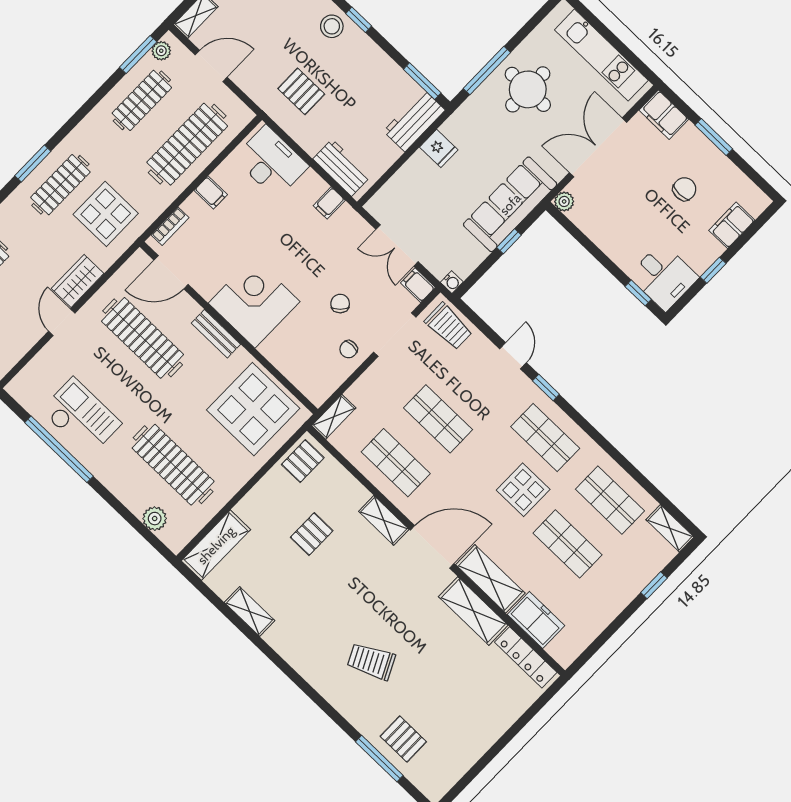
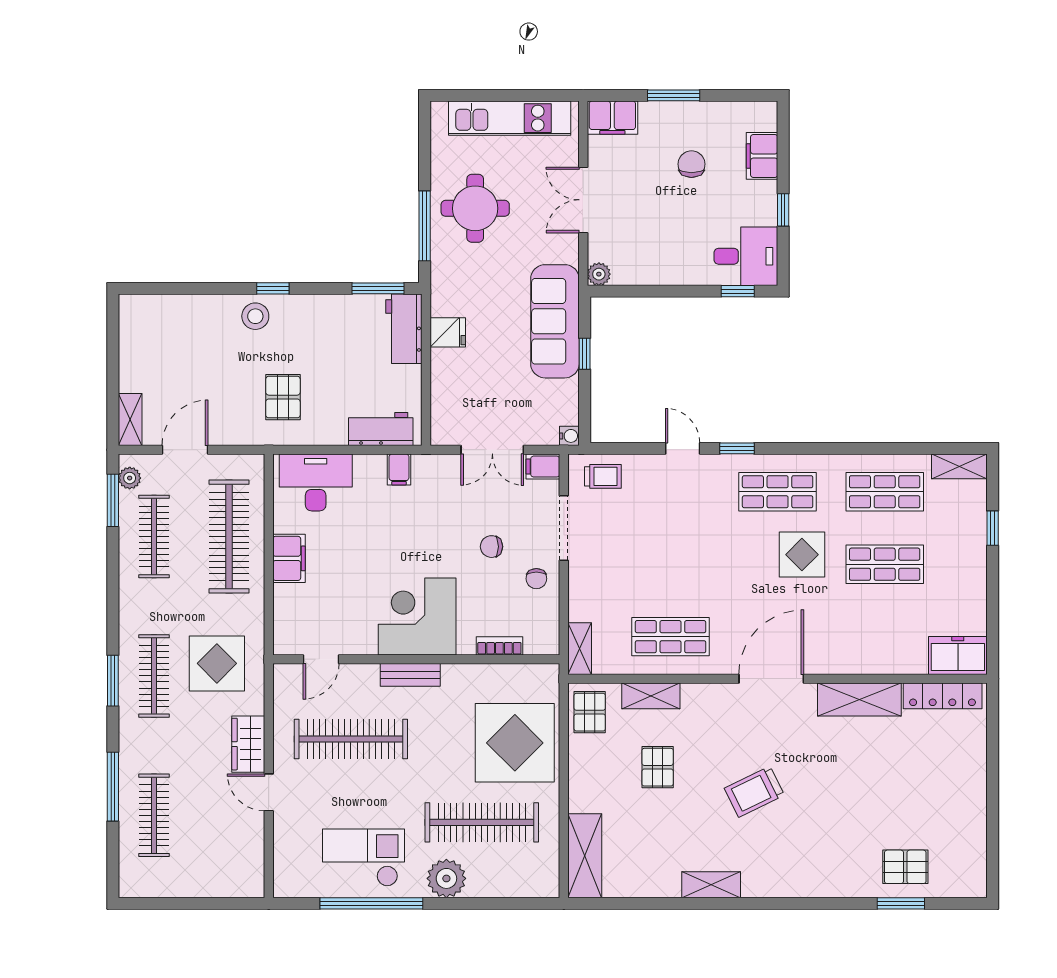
pallet: (301, 91) -> (283, 397), turned 90
double door: (598, 147) -> (583, 200), width x0.73
filing cabinet: (211, 192) -> (289, 558), width x2.00
bookcase: (170, 226) -> (499, 646), moved, turned -90
door: (171, 272) -> (321, 659), width x0.73
chair: (340, 304) -> (491, 547), turned -45
trolley: (449, 326) -> (603, 476), width x0.73, depth x0.72
display table: (253, 409) -> (515, 743), moved
shop shelf: (438, 419) -> (671, 564), removed
plant: (155, 519) -> (446, 878), moved, width x1.36, depth x1.36
shelving: (384, 520) -> (651, 696), moved
shelving: (490, 579) -> (847, 658), removed
shelving: (250, 612) -> (711, 885), moved
freezer: (536, 620) -> (958, 655), moved
trolley: (371, 661) -> (754, 792), moved
window: (379, 759) -> (901, 903), width x0.69

